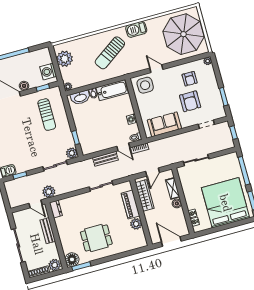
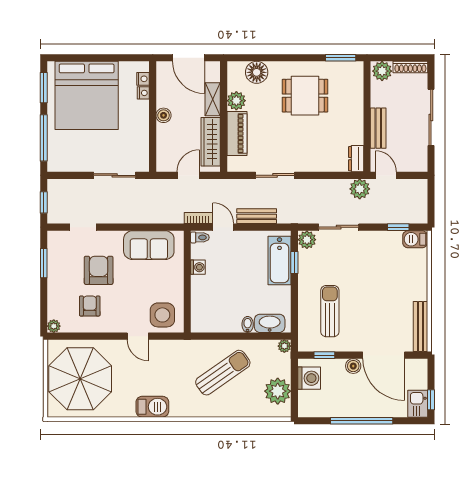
sun lounger: (110, 53) -> (223, 373), moved
bathtub: (112, 90) -> (279, 261), moved, turned -90
shelving: (173, 188) -> (213, 99), moved
floor lamp: (72, 259) -> (257, 72), moved

